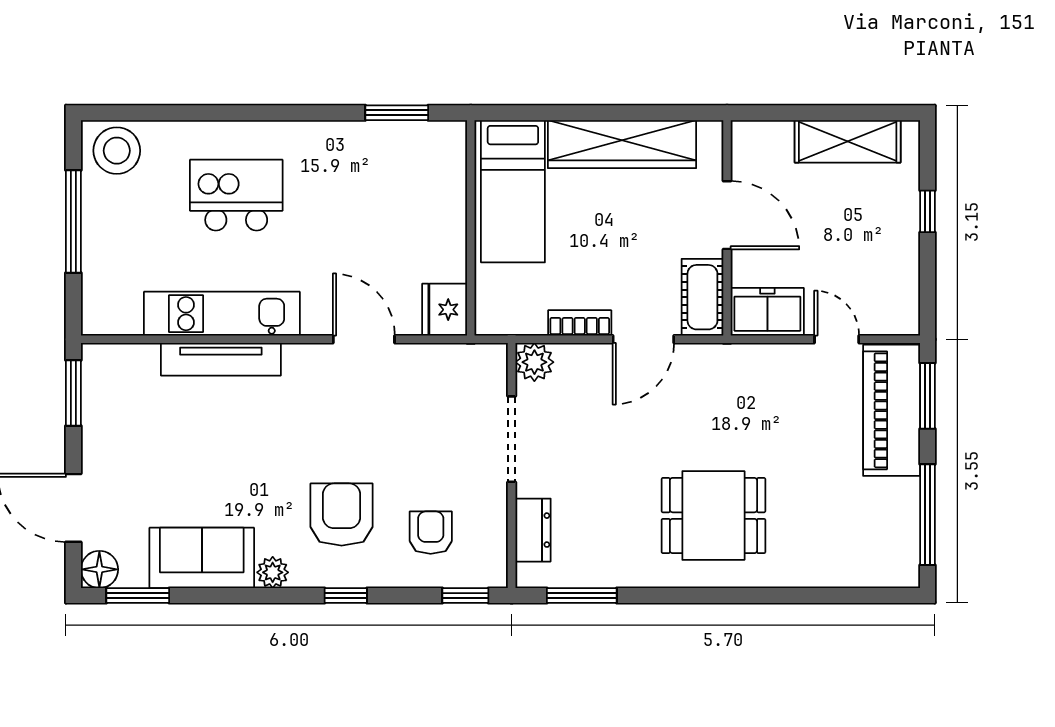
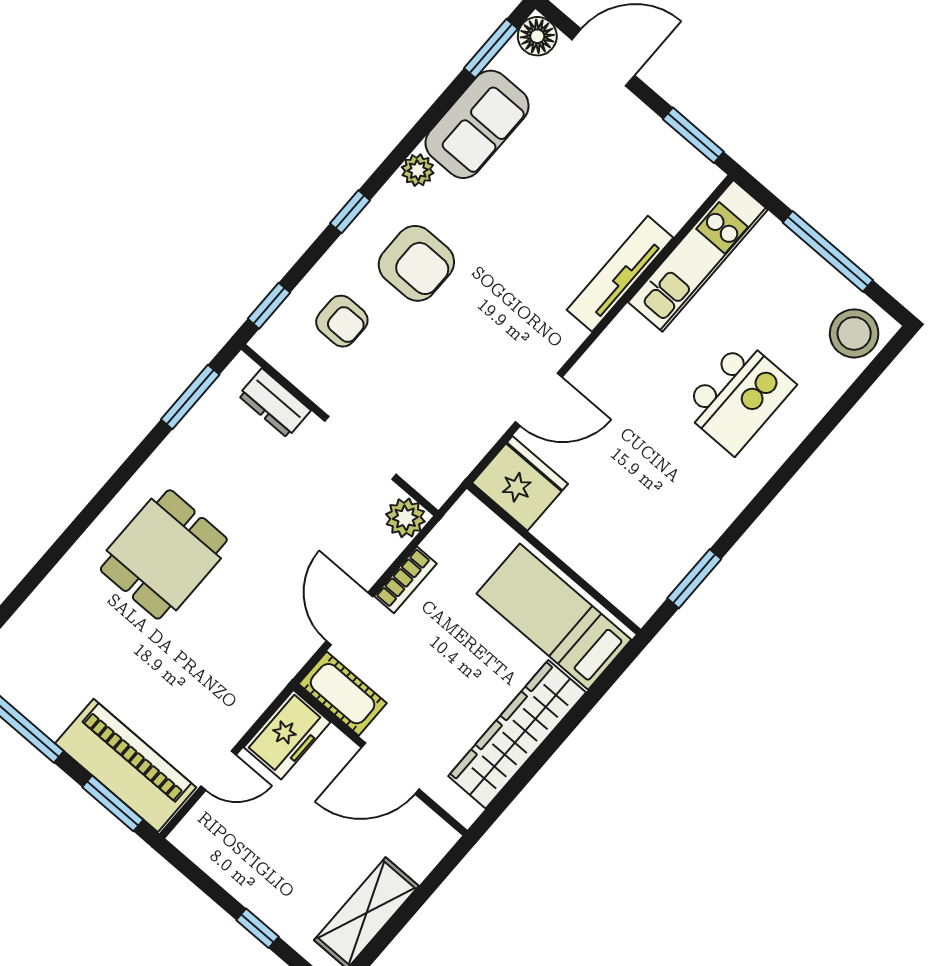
fridge: (445, 310) -> (520, 483), width x1.36, depth x1.34
kitchen unit: (222, 314) -> (698, 256), moved

